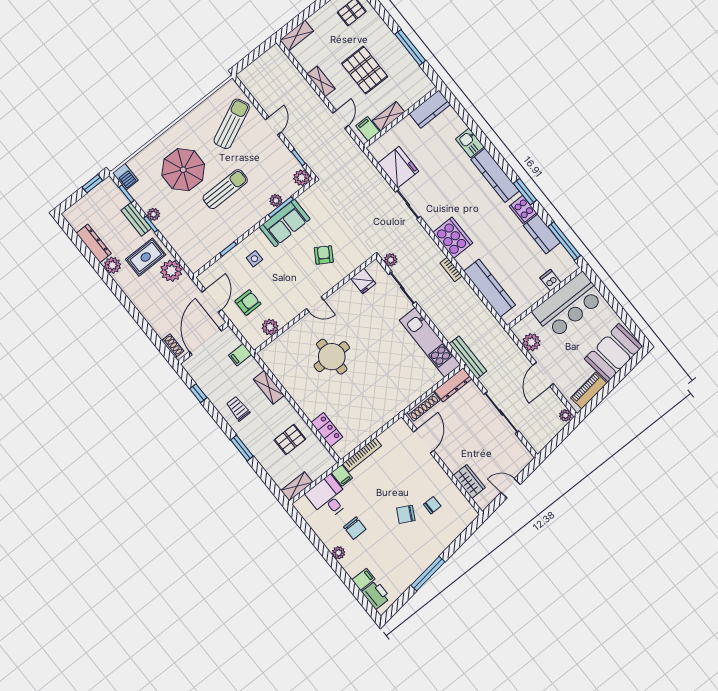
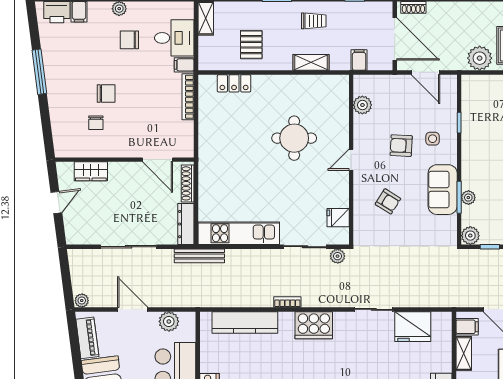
armchair: (248, 303) -> (401, 146), moved, turned 93
chair: (406, 514) -> (106, 94), turned 62

